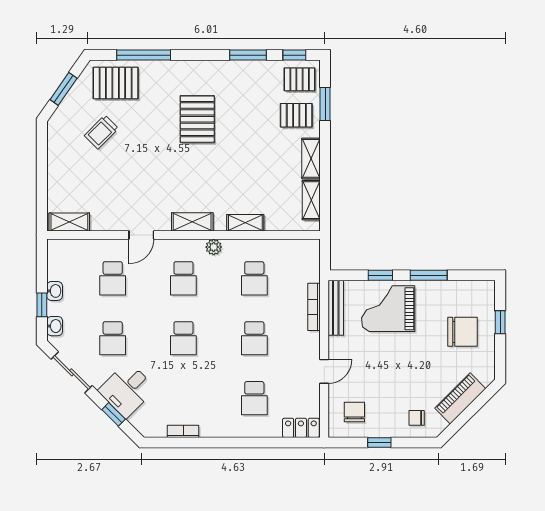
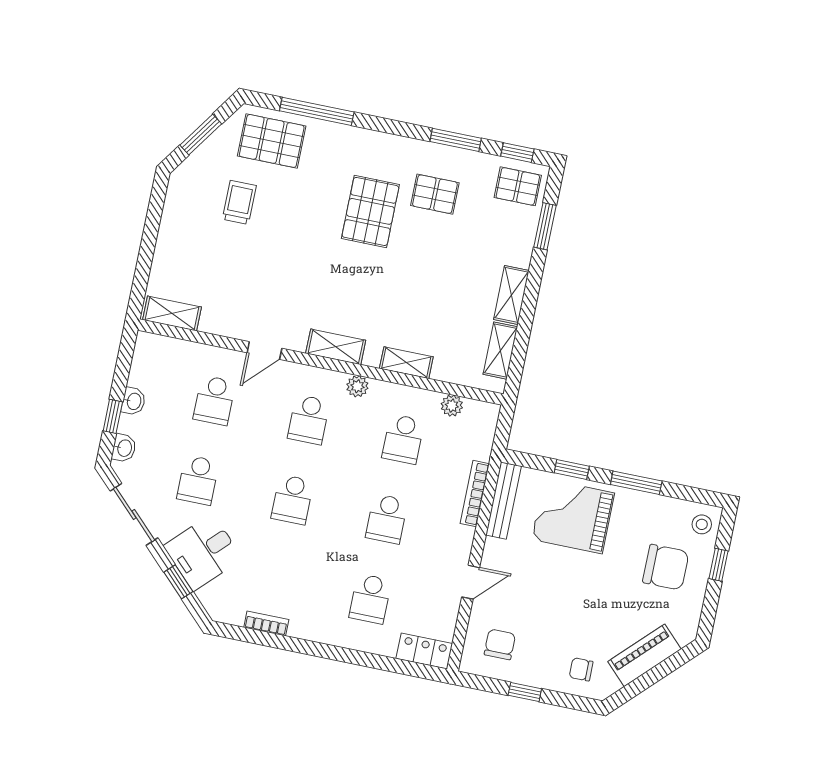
pallet: (296, 115) -> (435, 194), moved
trolley: (101, 132) -> (239, 202), turned 135
plant: (285, 247) -> (452, 406), added
stool: (482, 296) -> (702, 524), added

